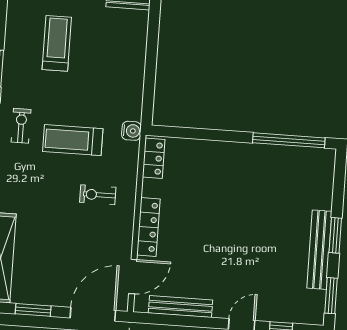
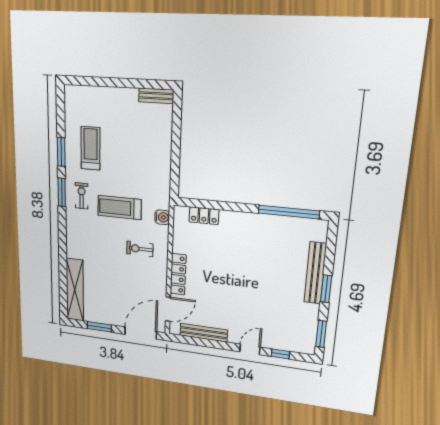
treadmill: (57, 43) -> (90, 148), moved
water cooler: (131, 131) -> (162, 217), moved
locker: (154, 158) -> (204, 216), moved, turned 90
bench: (319, 250) -> (315, 273), moved

